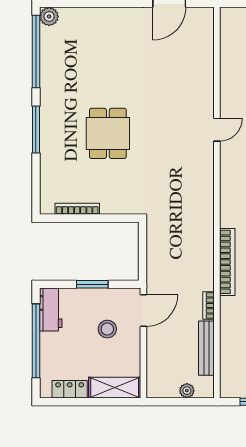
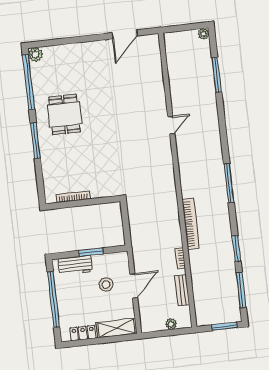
dining table: (108, 133) -> (64, 114), moved
workbench: (51, 309) -> (75, 265), moved, turned 90
door: (143, 310) -> (134, 286), moved
bench: (206, 348) -> (182, 290), width x0.73

